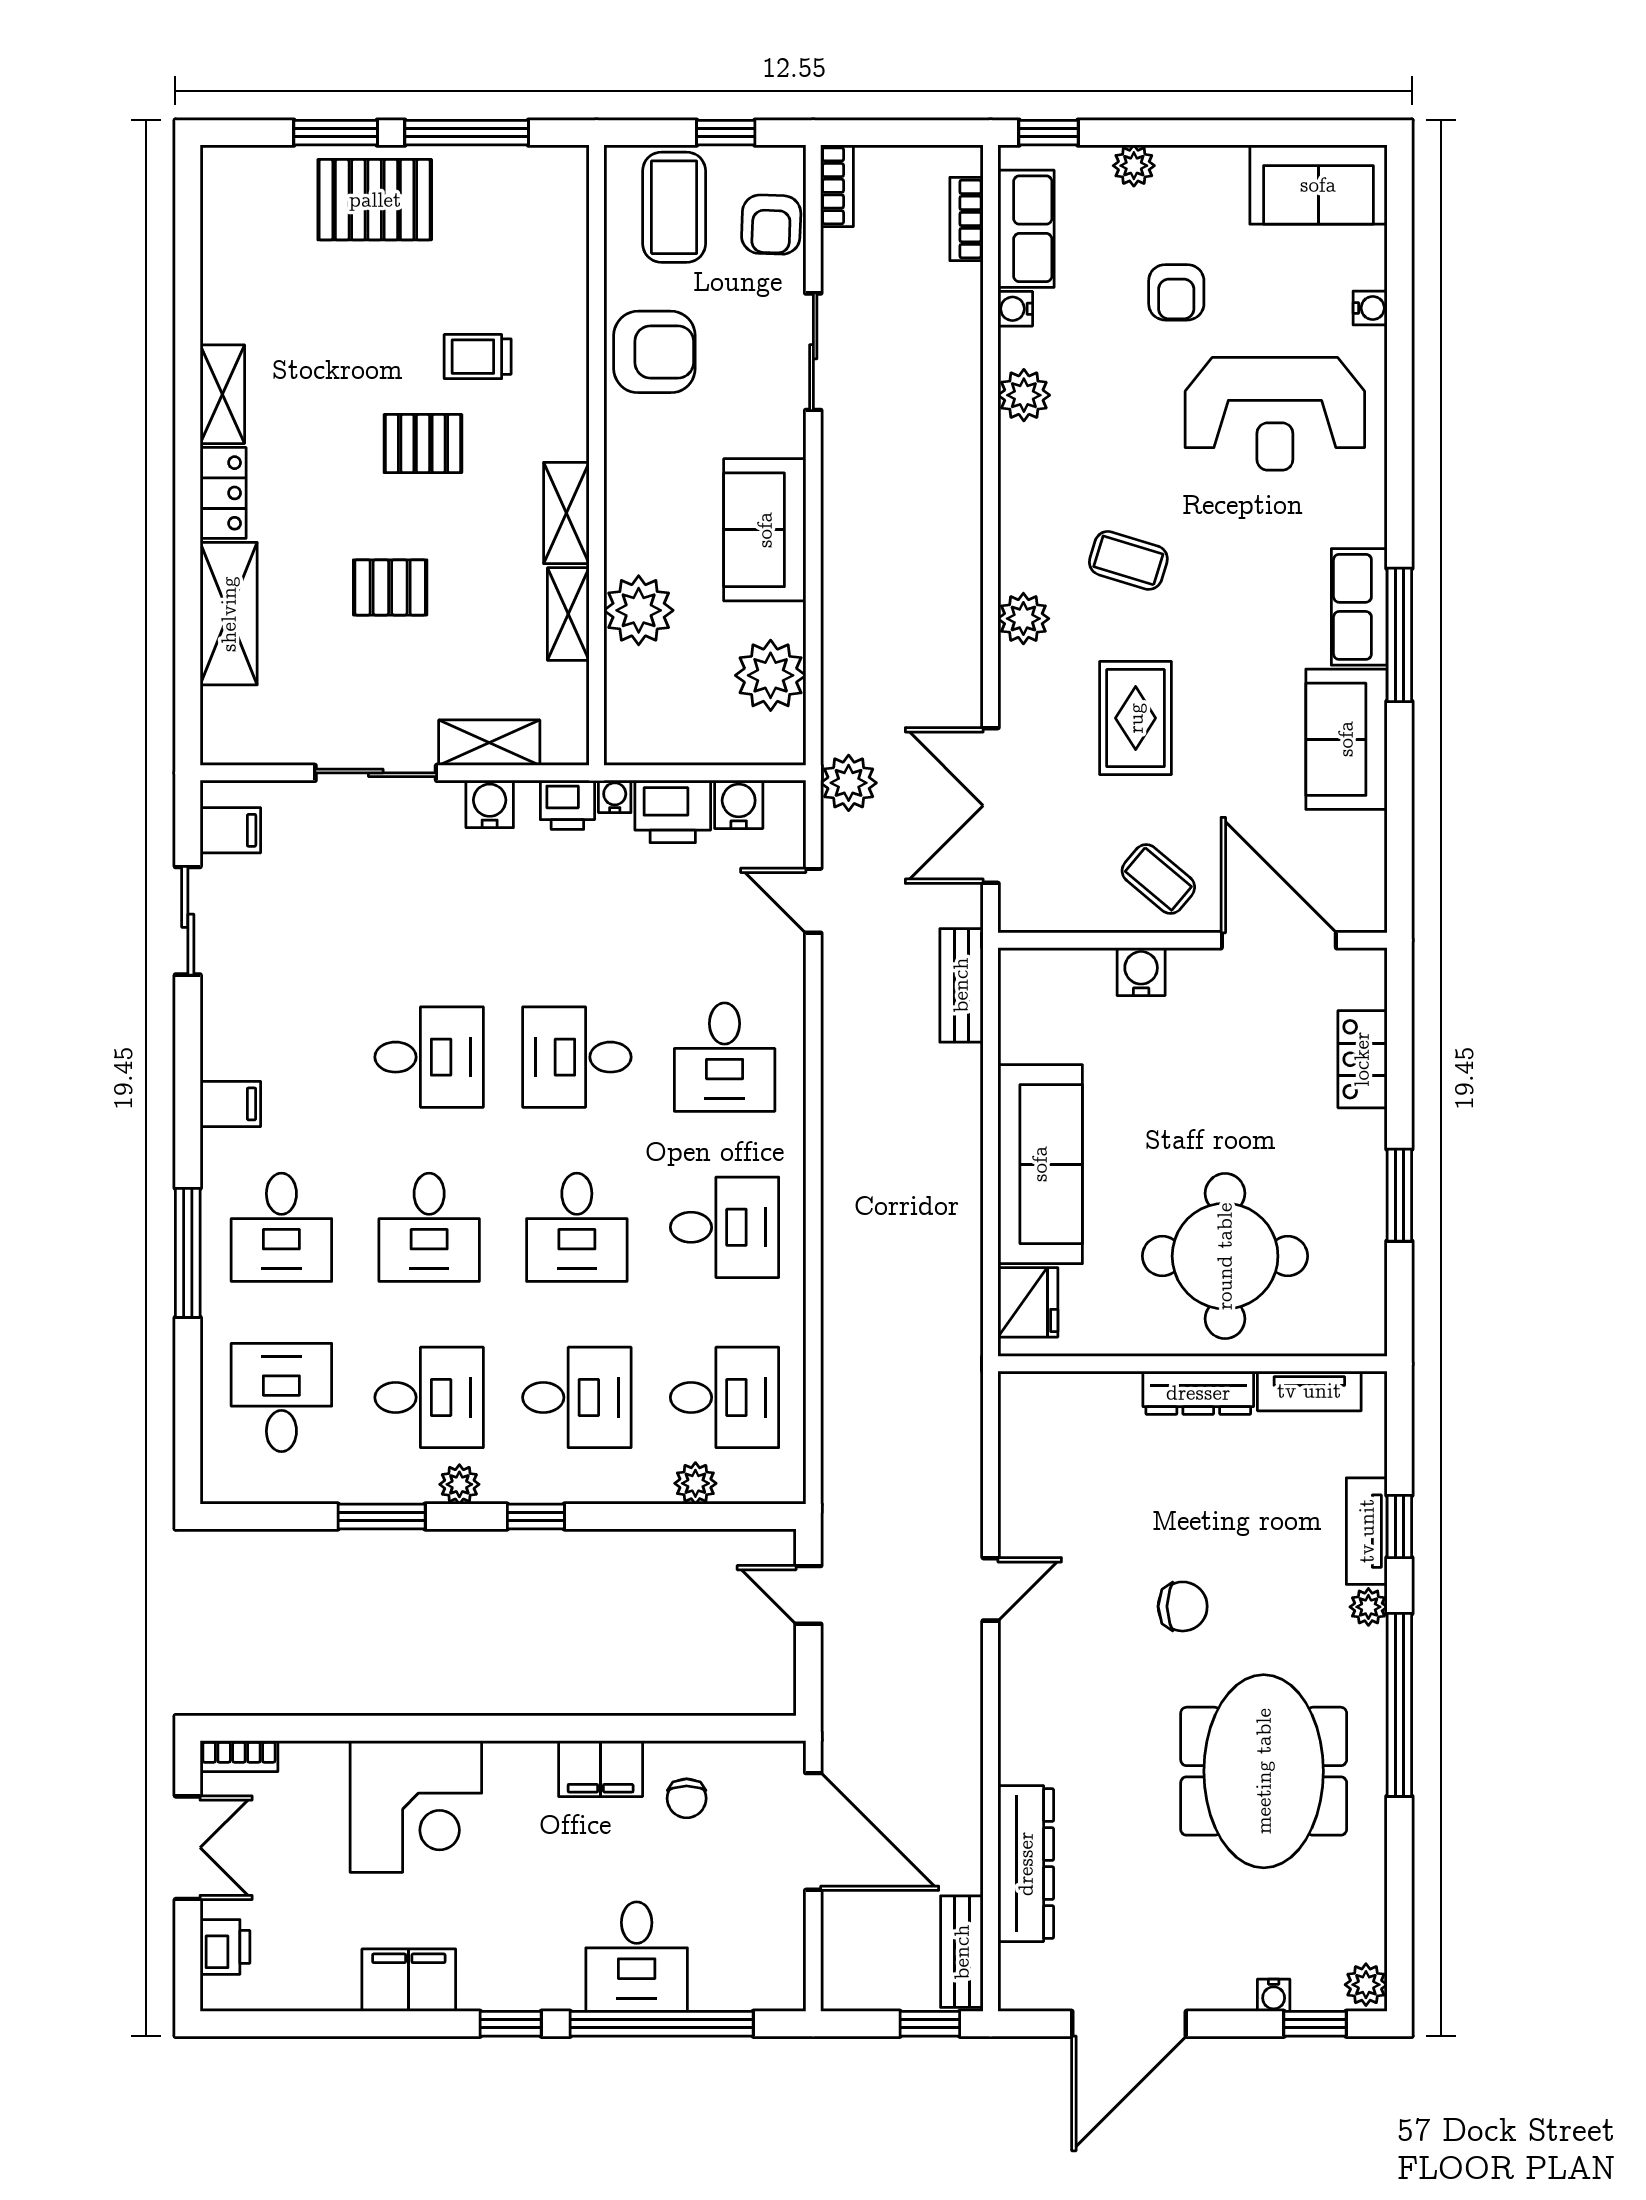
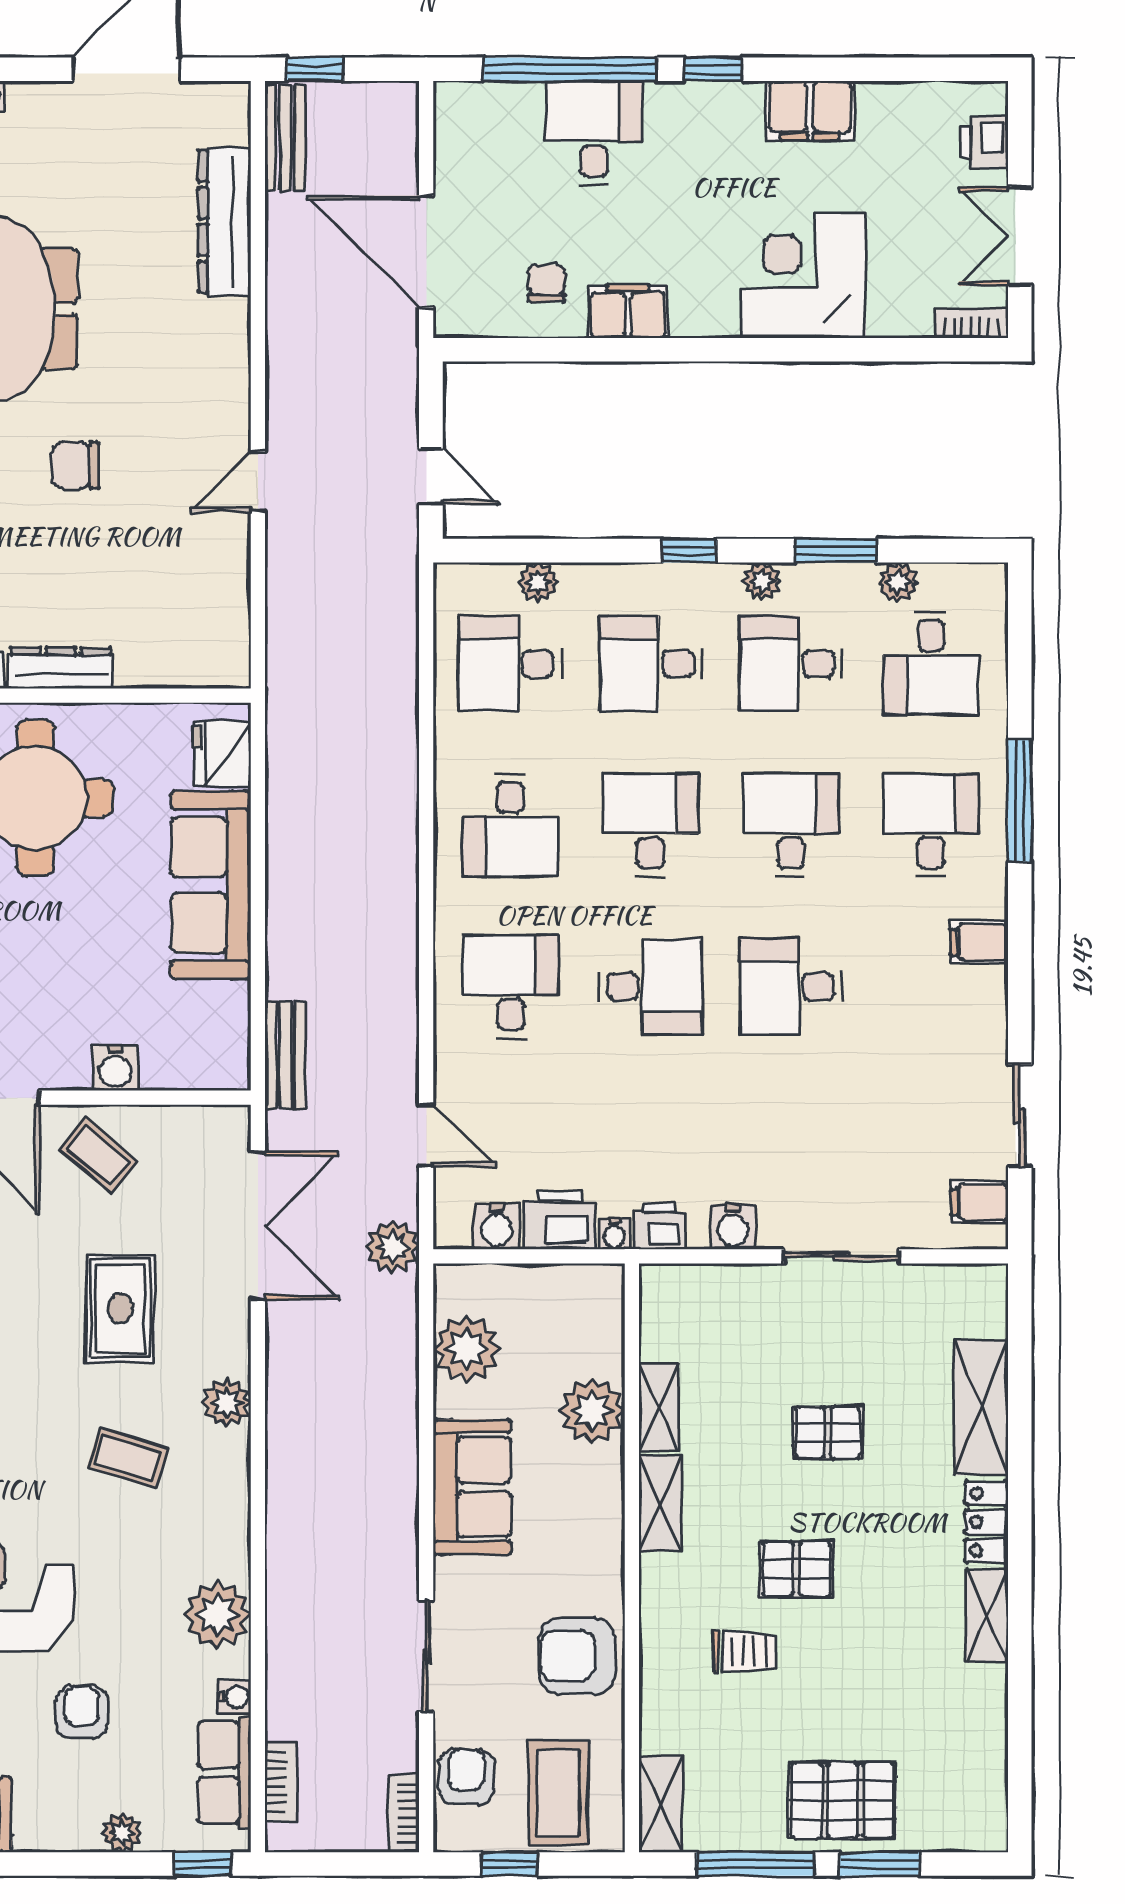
plant: (1024, 395) -> (217, 1615), width x1.36, depth x1.36
shelving: (489, 743) -> (660, 1804), moved, turned 90
desk: (725, 1227) -> (510, 825), turned -90
plant: (316, 1483) -> (898, 582), added

